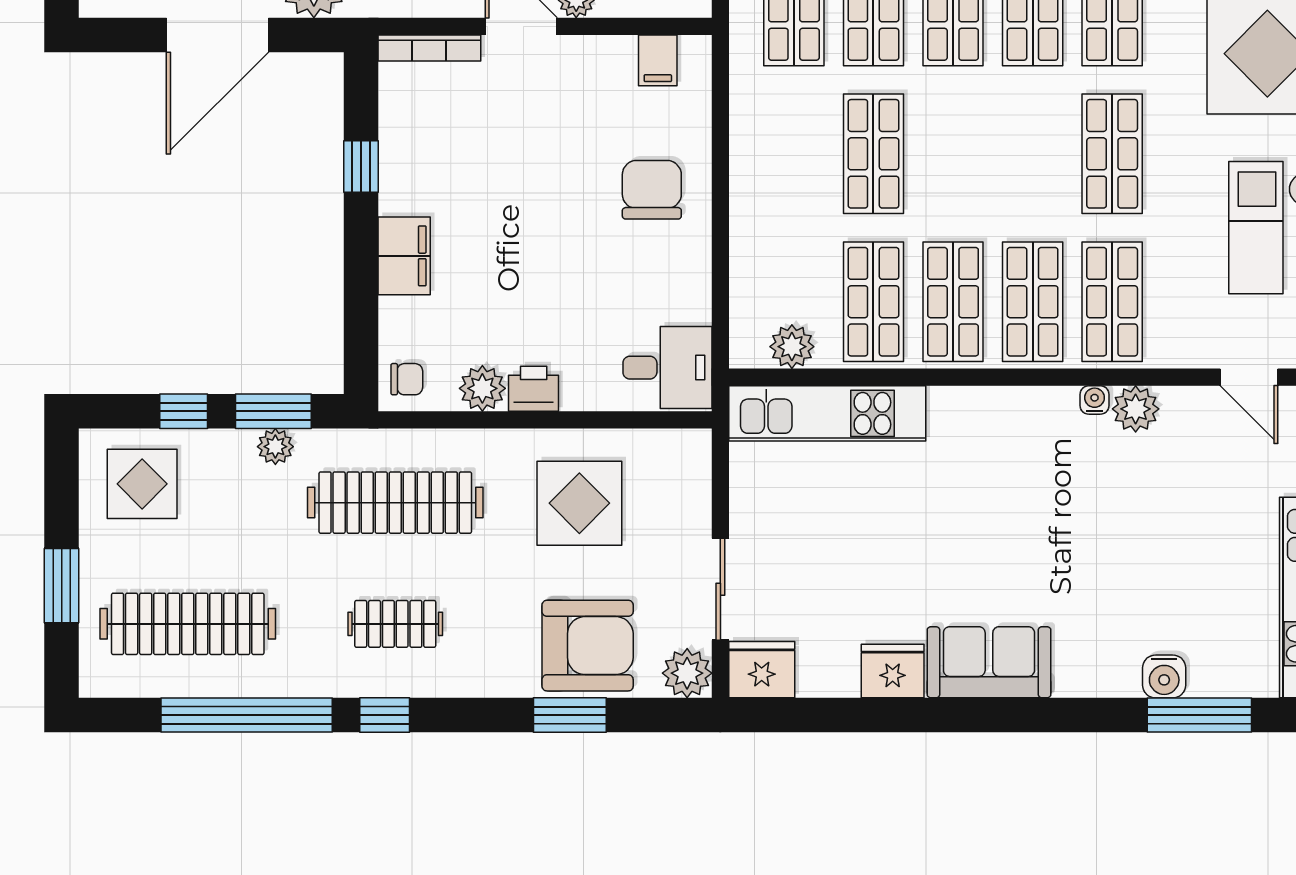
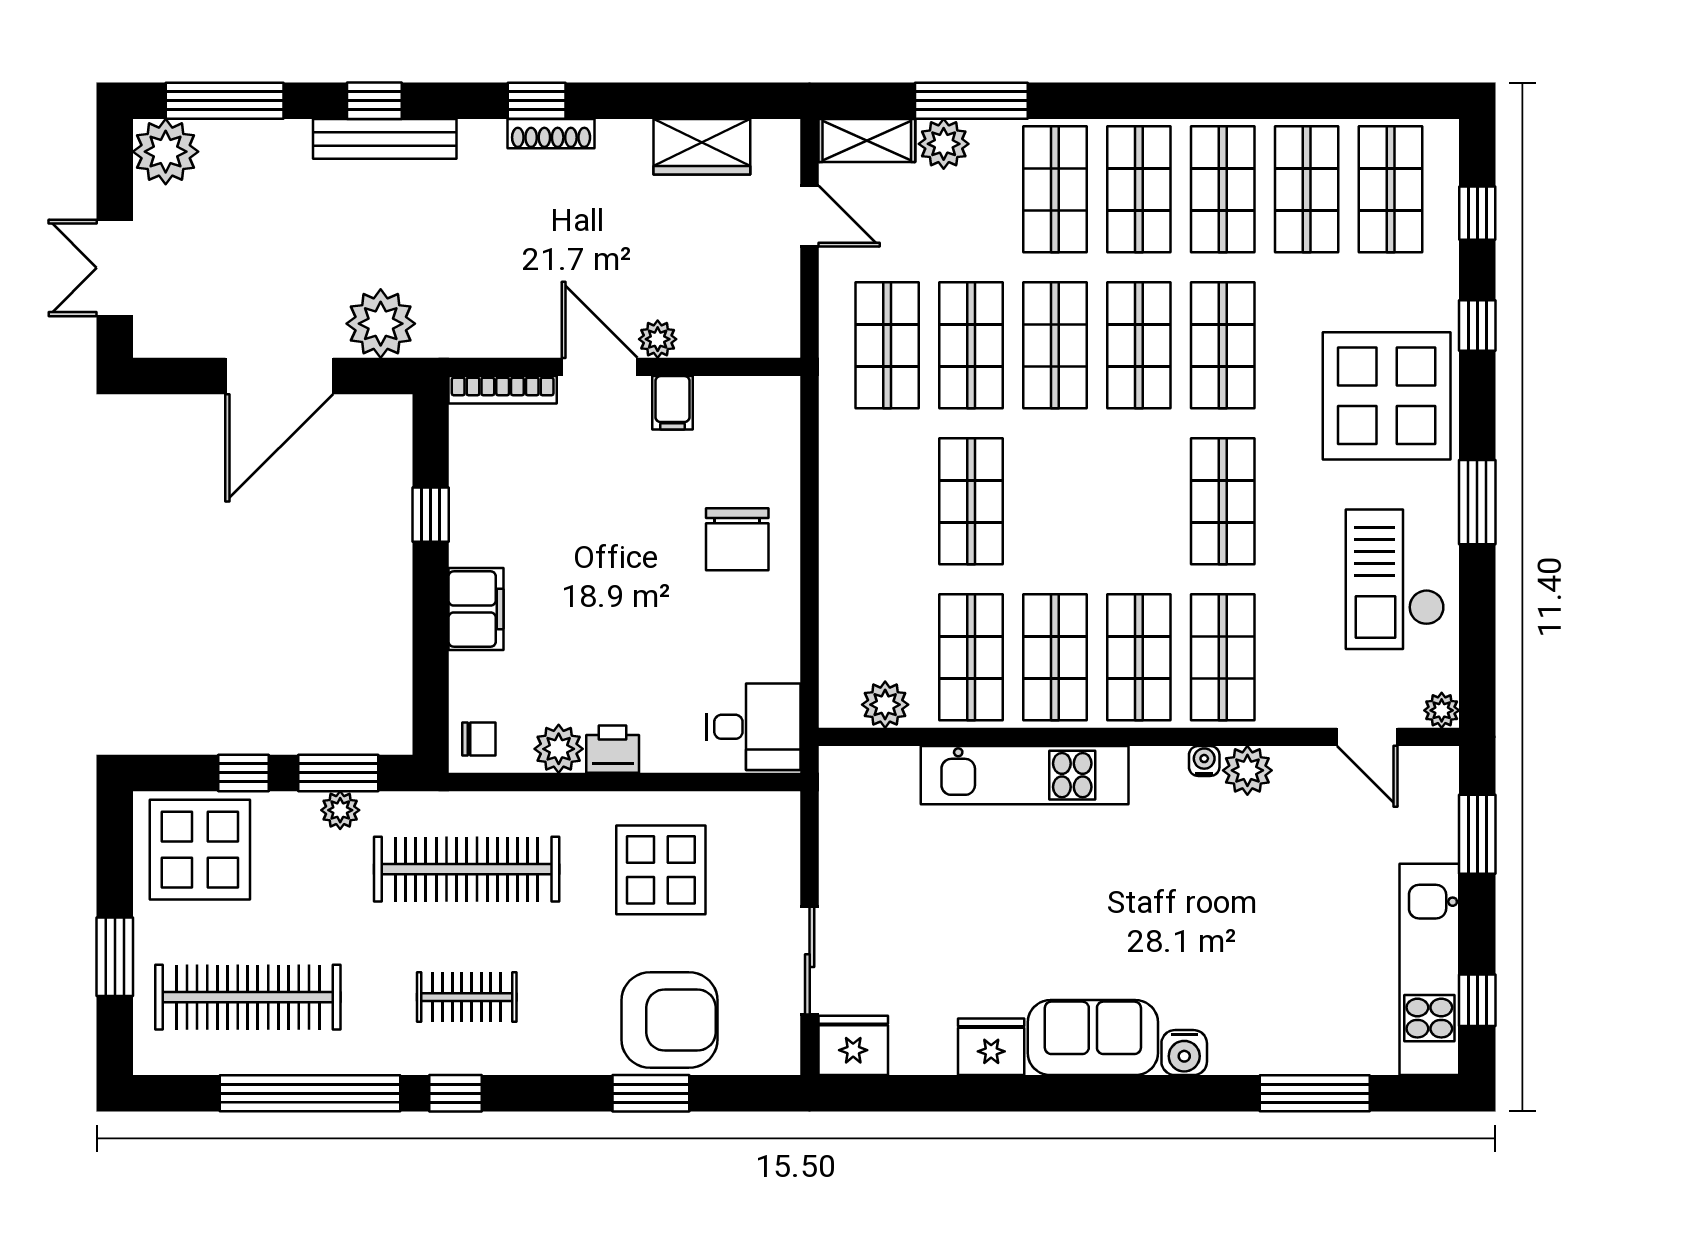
filing cabinet: (658, 60) -> (672, 403), moved
chair: (652, 190) -> (737, 539), turned 180
kitchen unit: (827, 413) -> (1025, 775), moved
display table: (142, 484) -> (200, 850), width x1.36, depth x1.36
plant: (687, 673) -> (774, 1049), removed
water cooler: (1164, 676) -> (1184, 1053), moved

